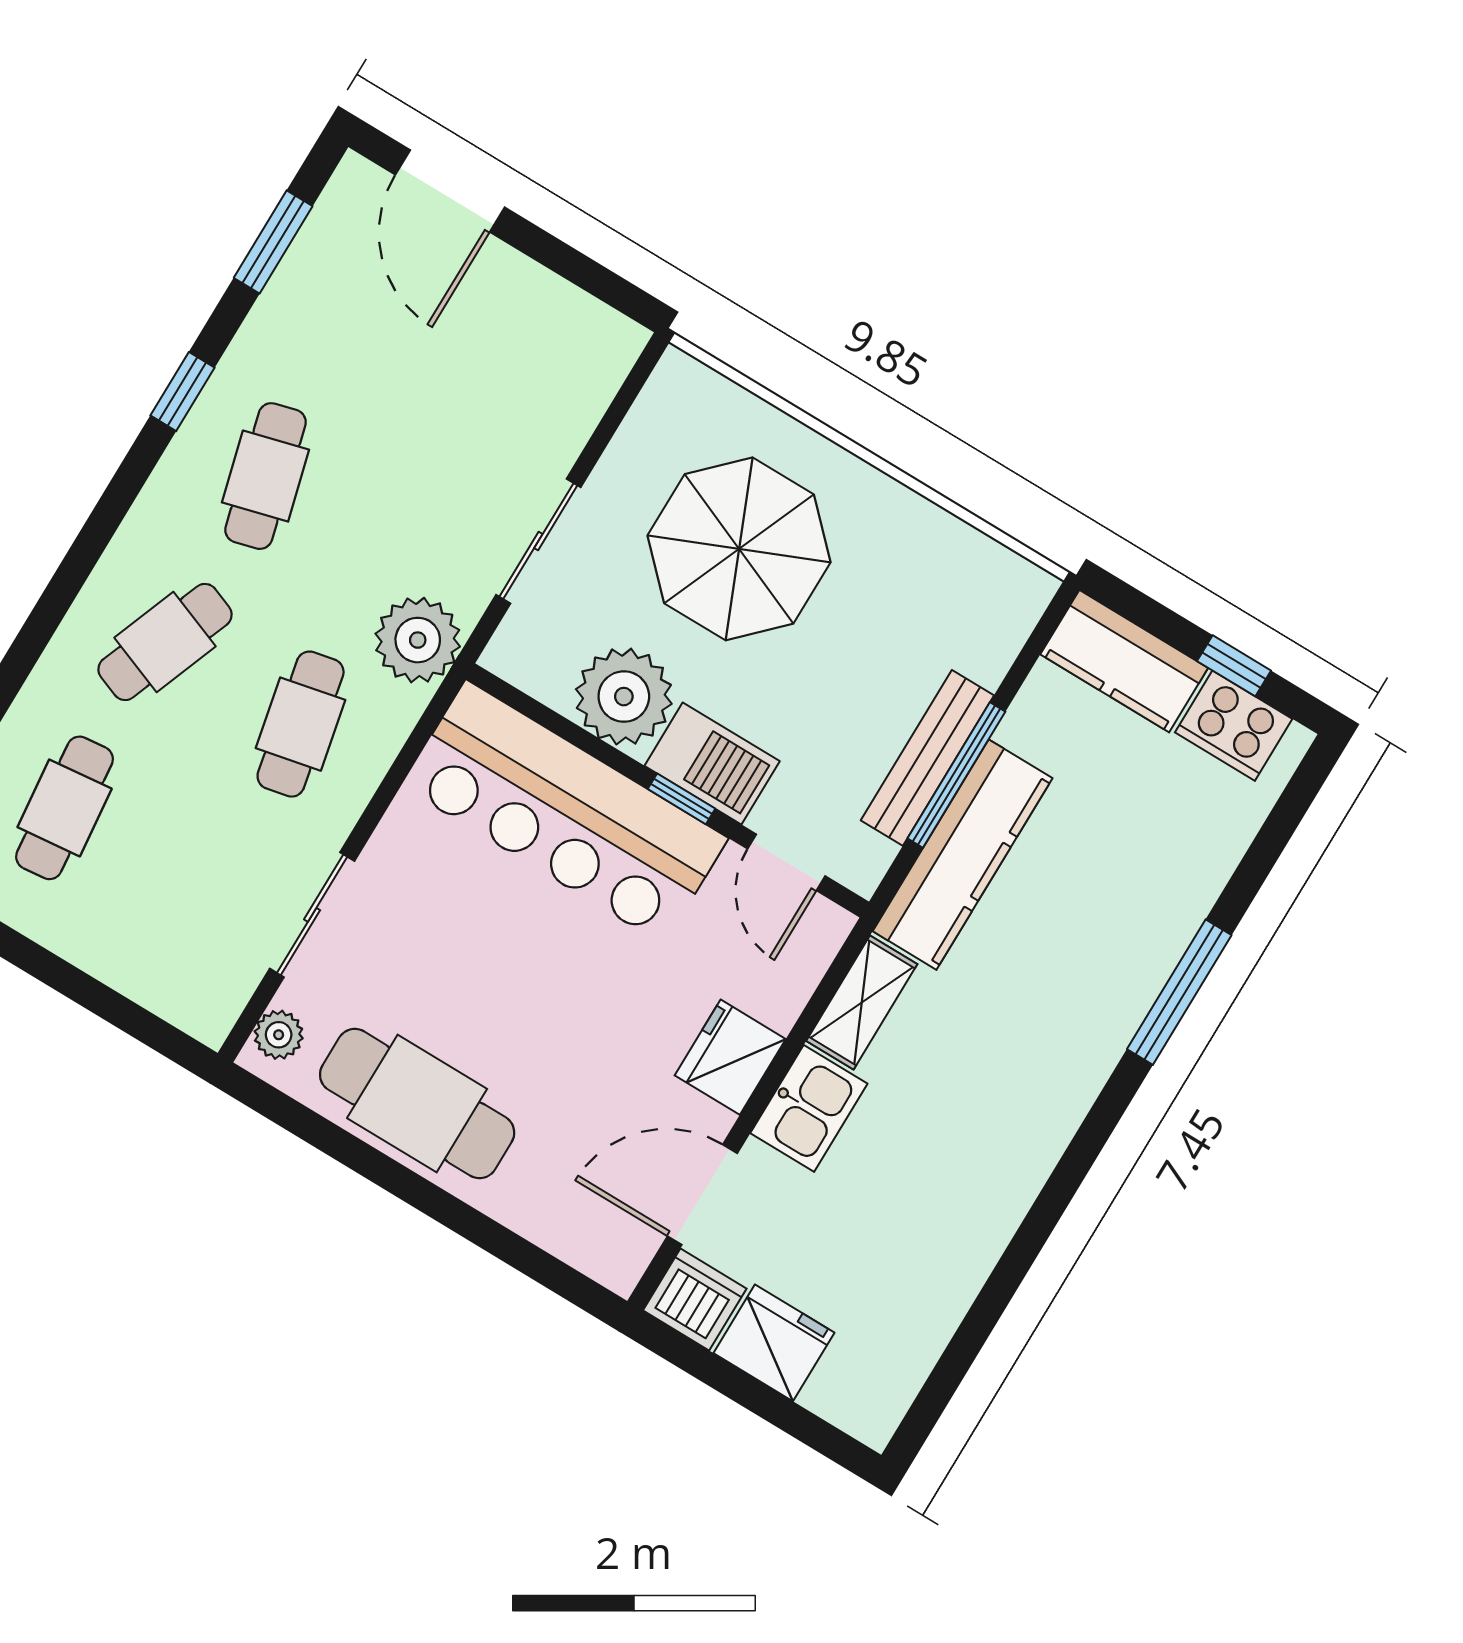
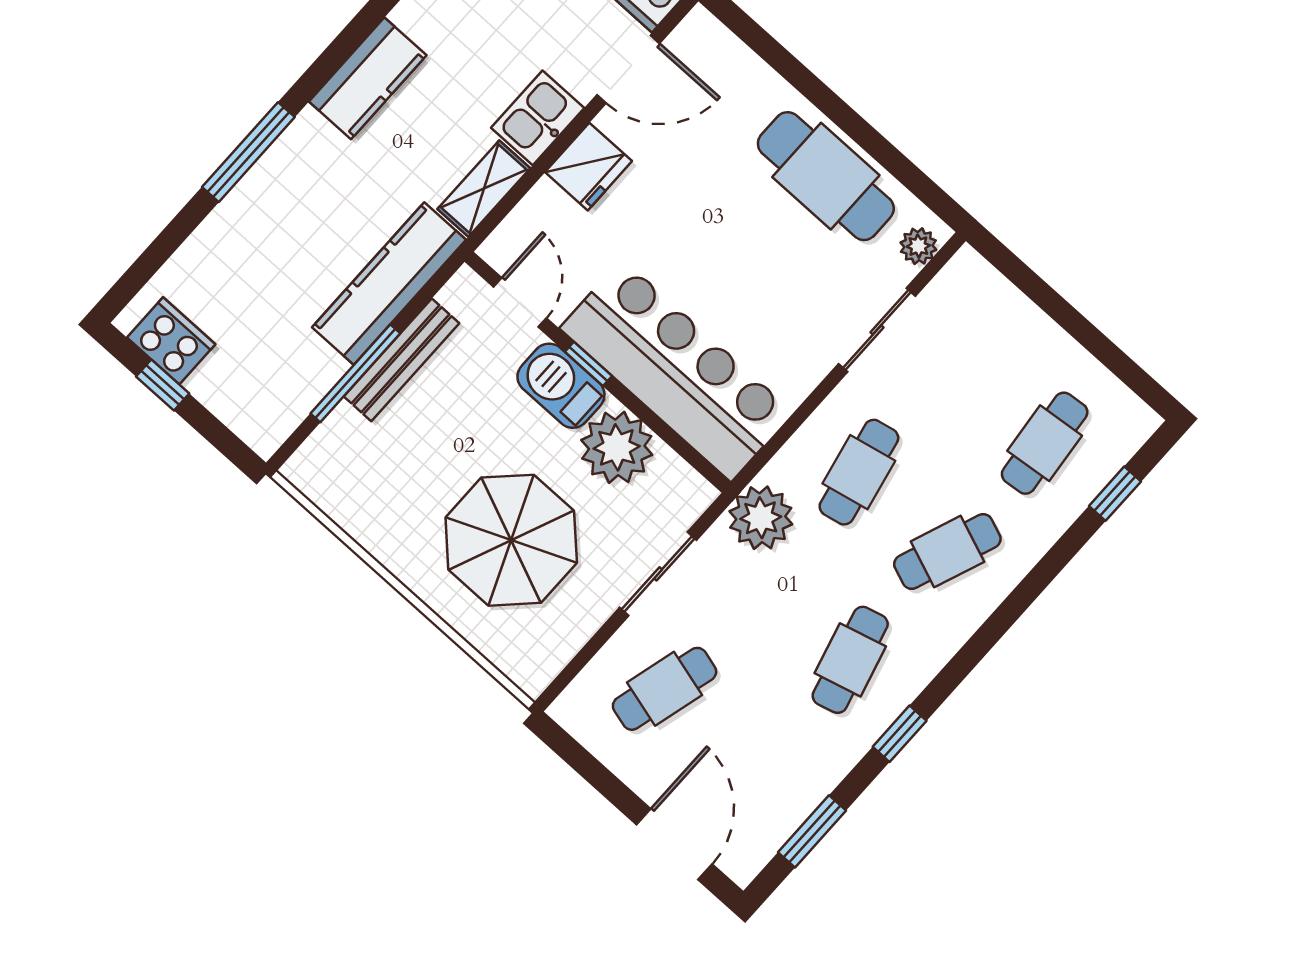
cafe table: (501, 392) -> (665, 689), added
kitchen counter: (1124, 661) -> (368, 78), moved, turned 90
window: (956, 775) -> (355, 373), moved

